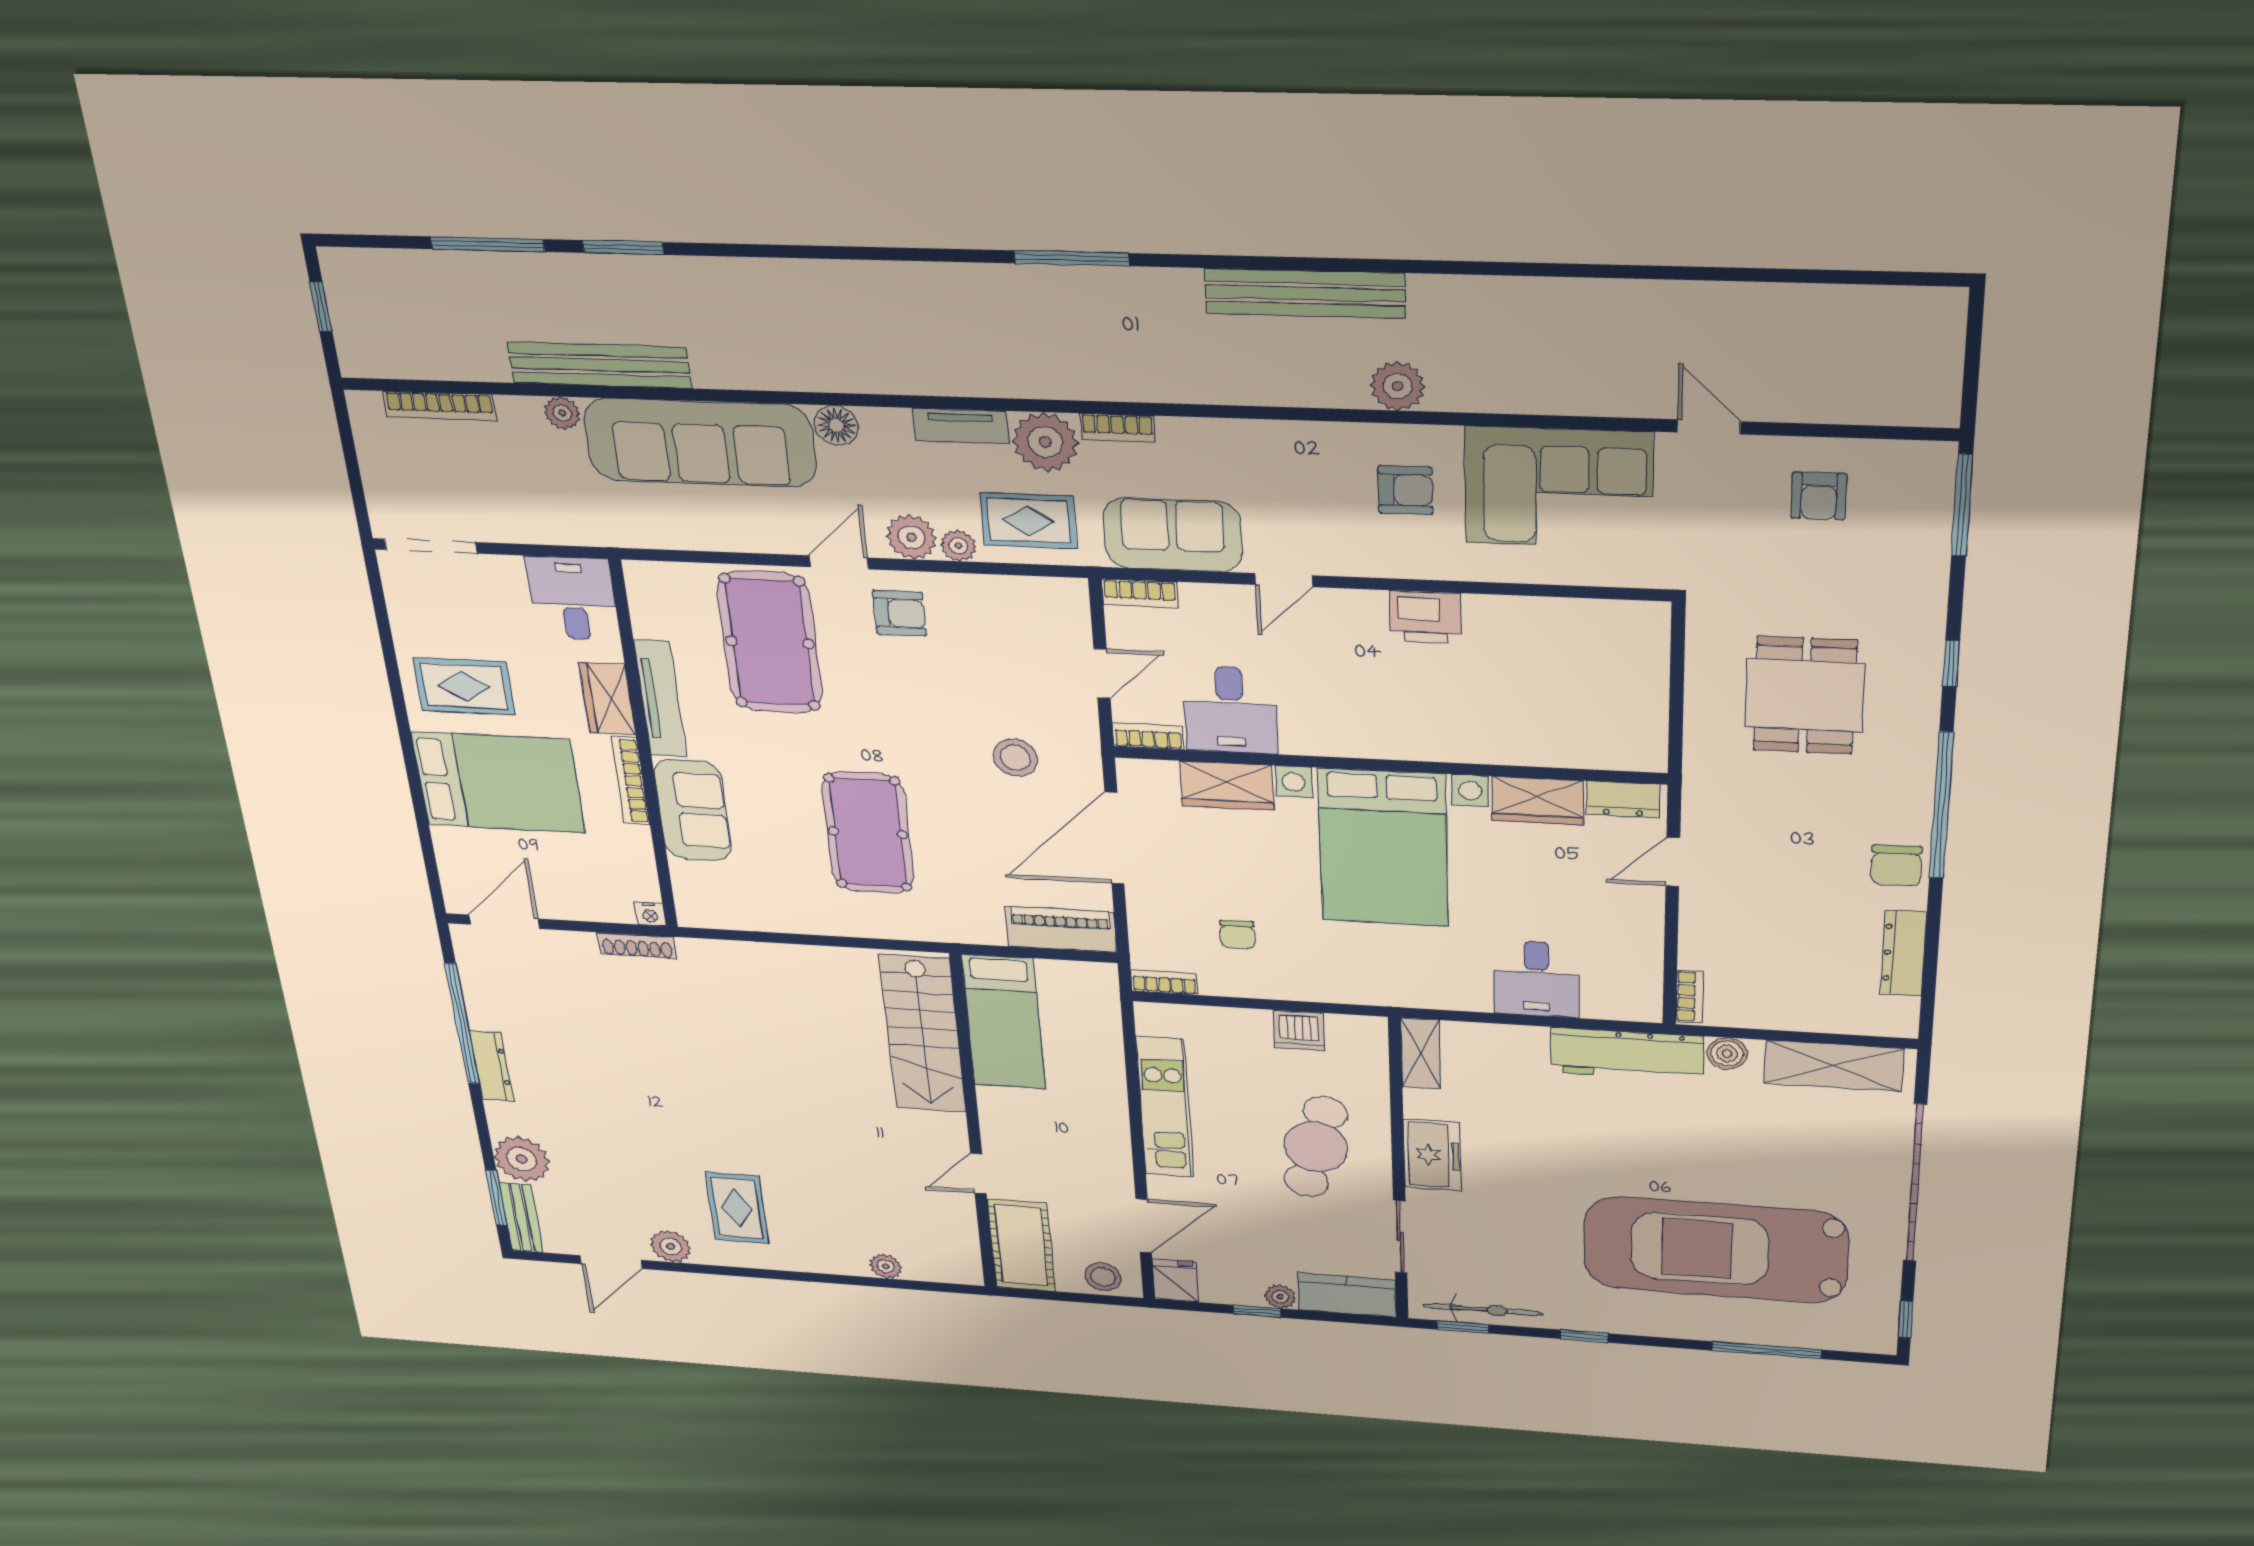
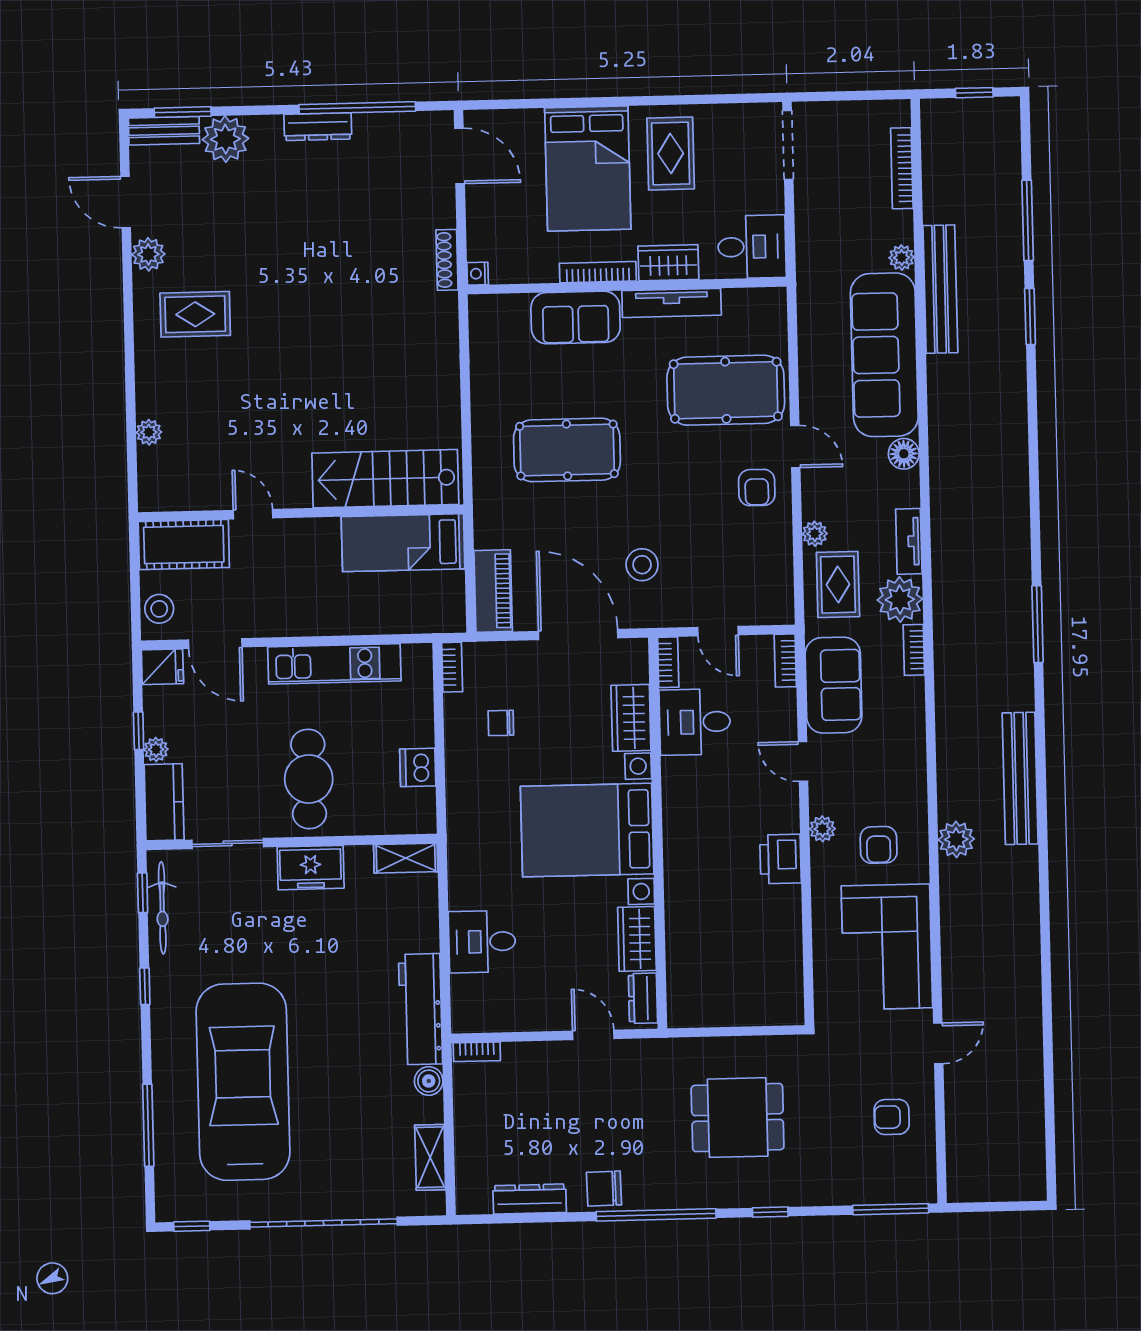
plant: (911, 537) -> (822, 829), moved, width x0.73, depth x0.73
shelving: (1834, 1066) -> (430, 1157), width x0.67, depth x0.75
cafe table: (1316, 1147) -> (309, 779), turned 76

